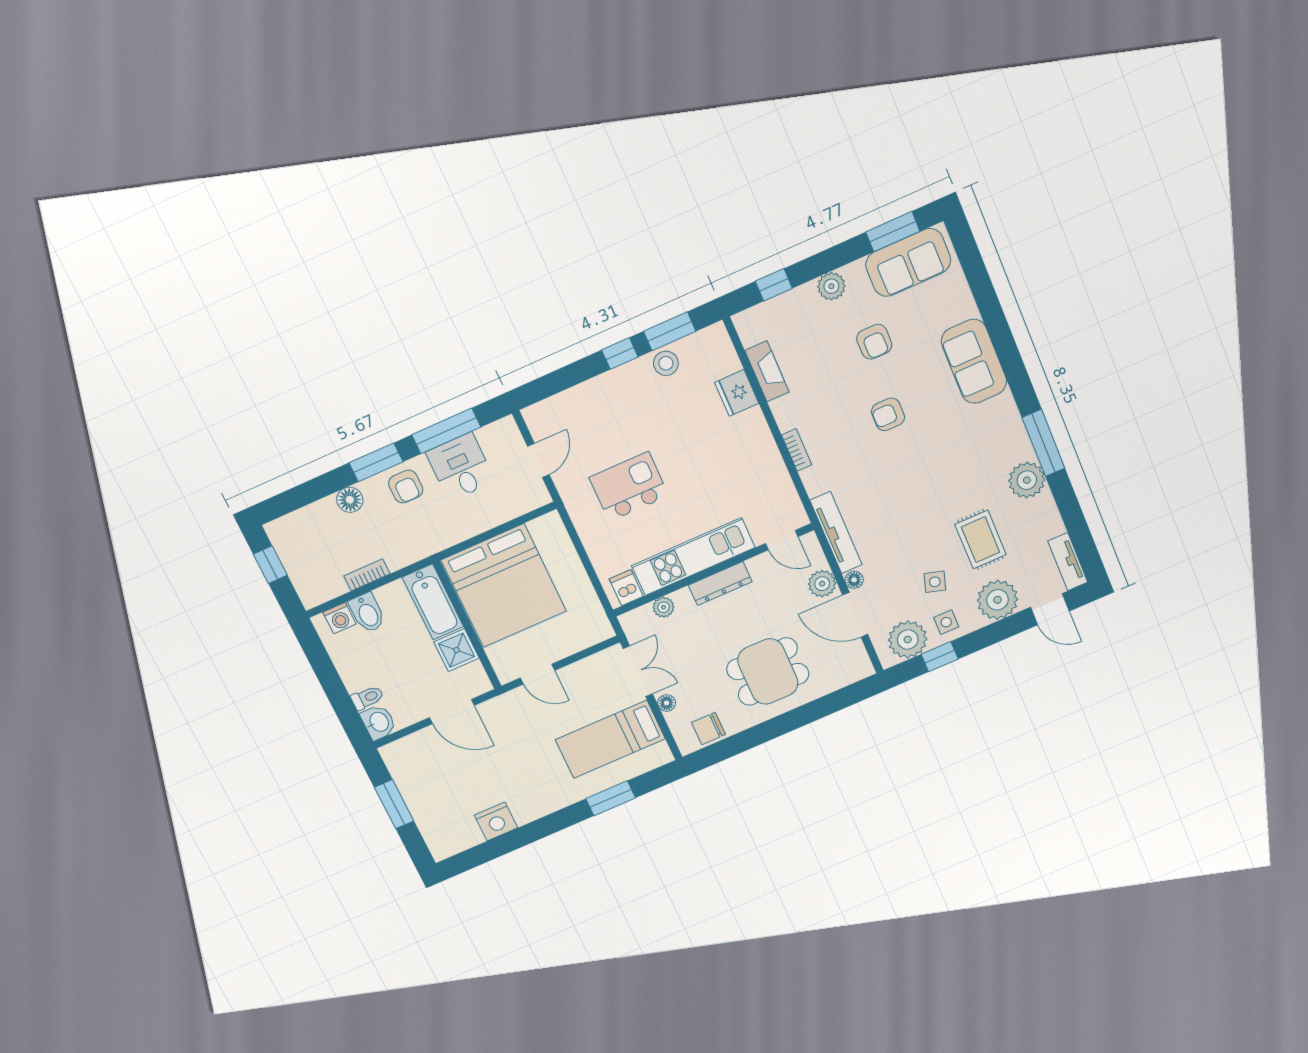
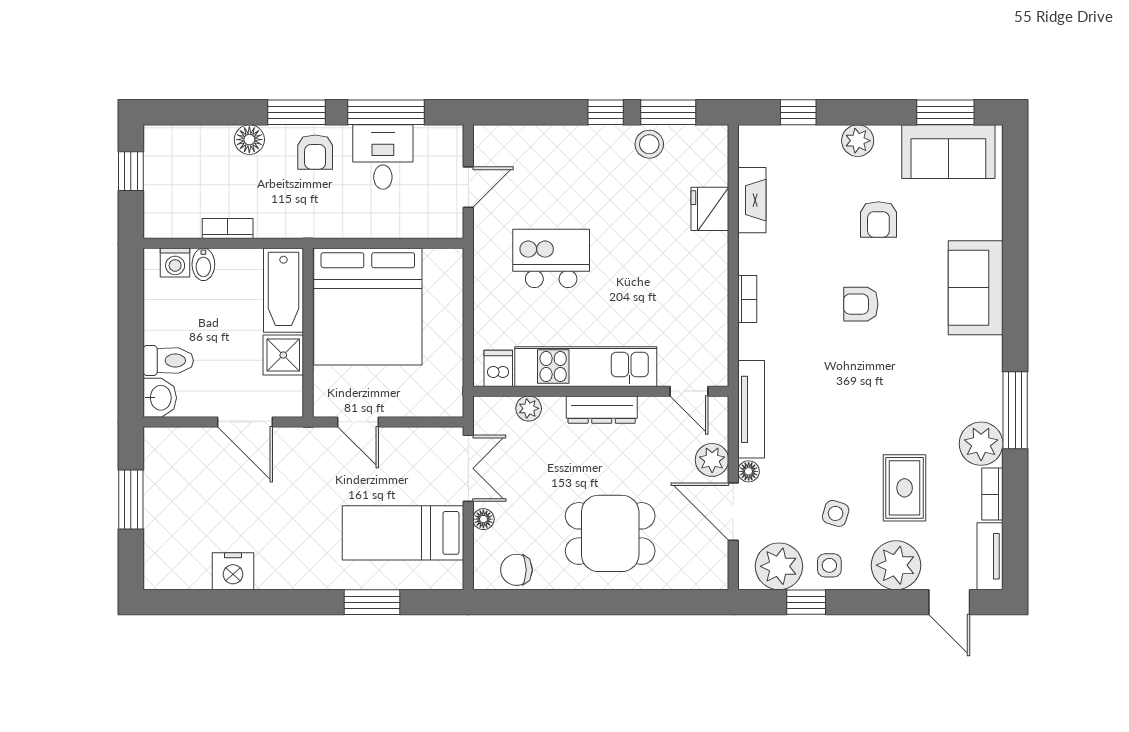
bookcase: (1051, 514) -> (992, 494), added
bidet: (367, 613) -> (203, 264), width x0.72, depth x0.74
toilet: (367, 698) -> (168, 361), width x1.37, depth x1.39

